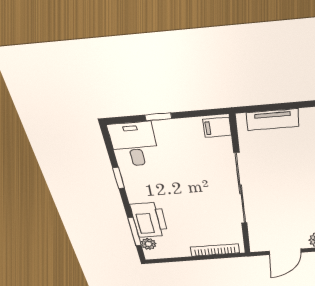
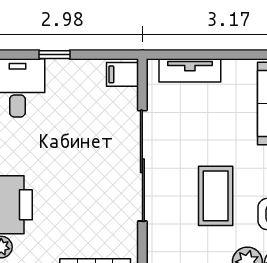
coffee table: (296, 204) -> (216, 196), added

